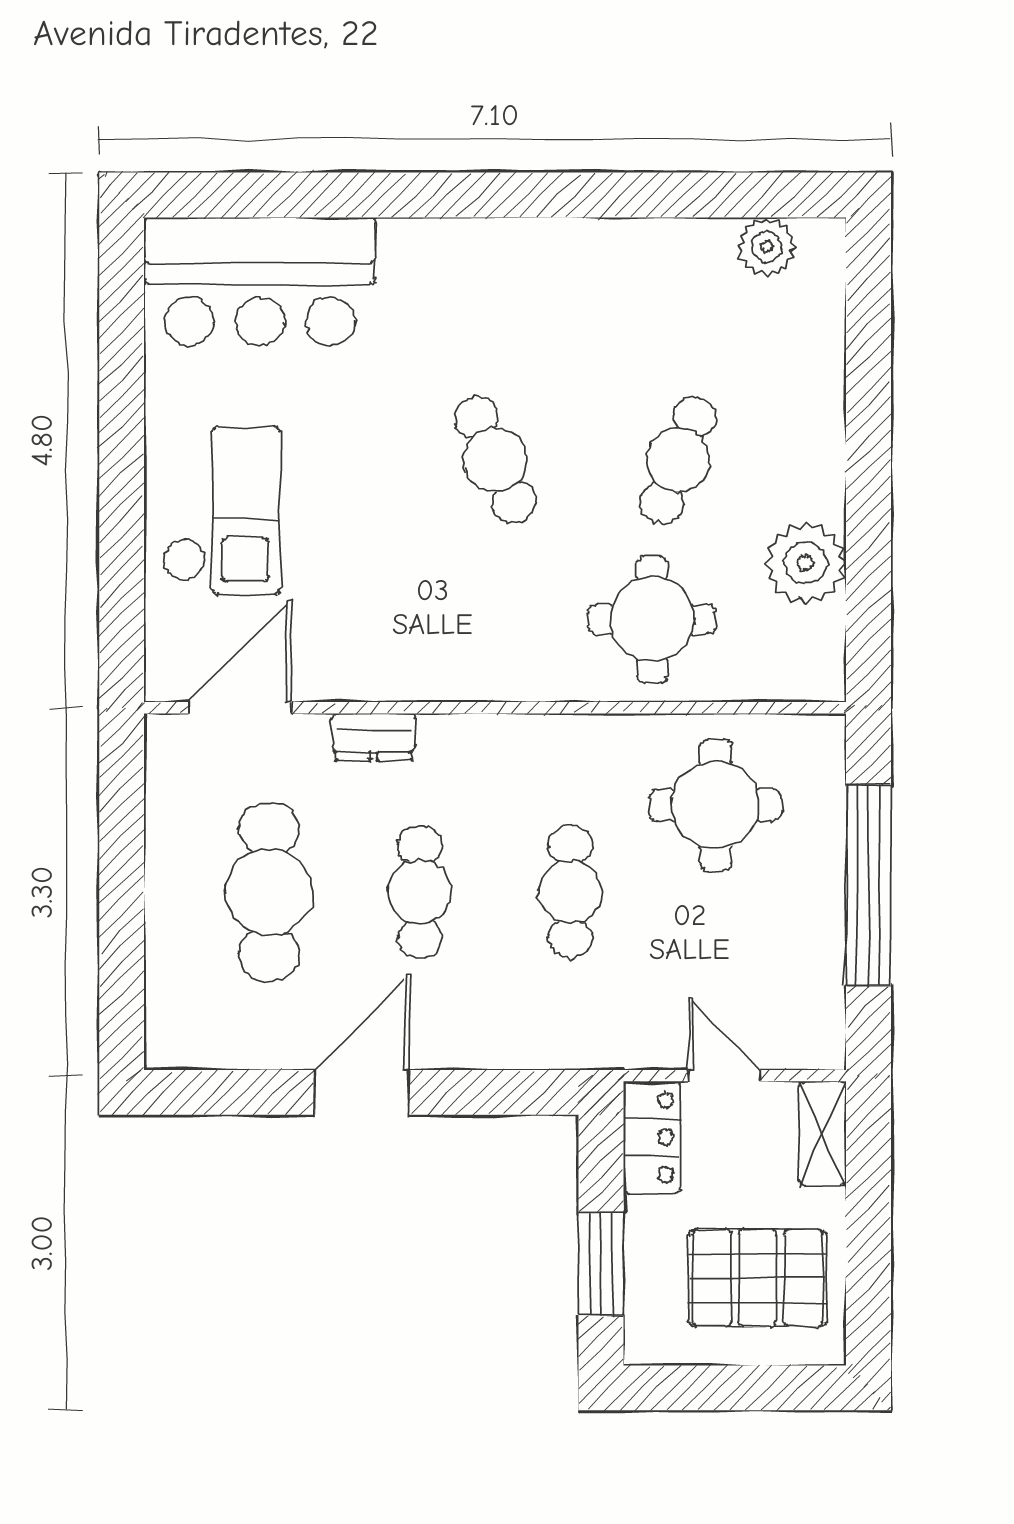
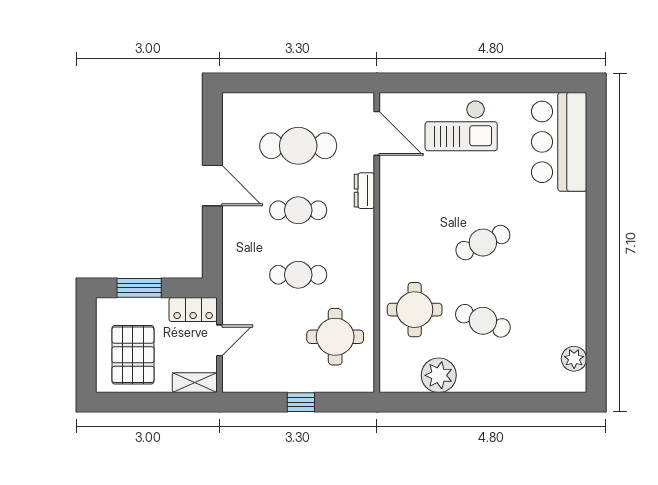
window: (869, 885) -> (301, 402), width x0.32

